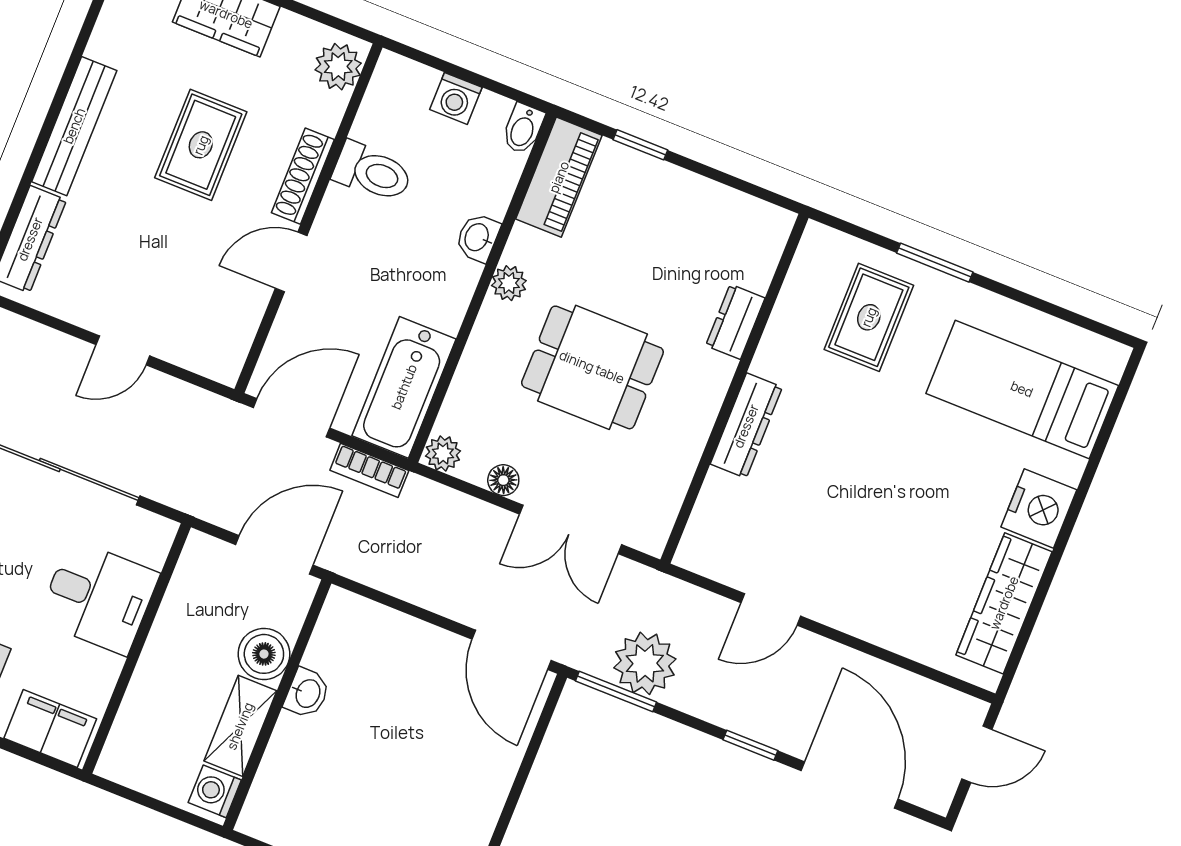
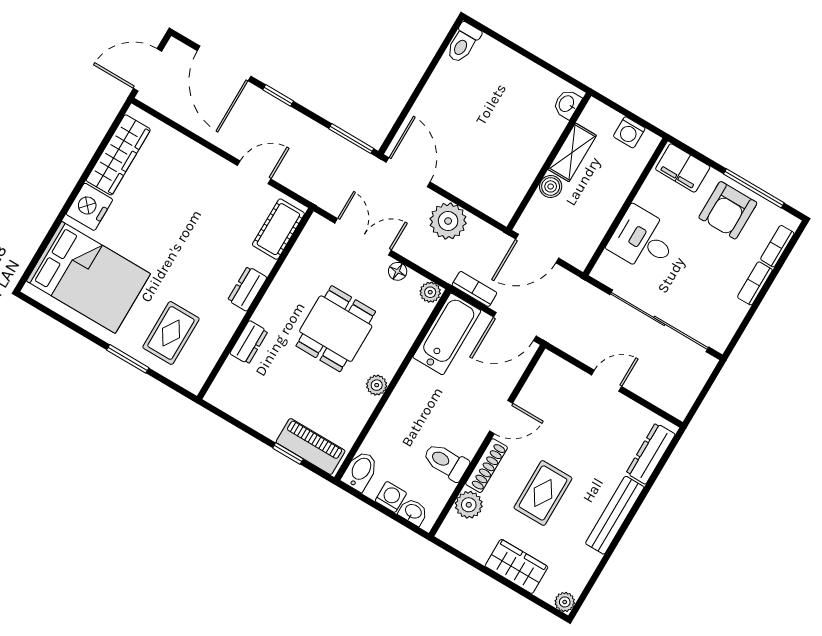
plant: (338, 67) -> (469, 505), moved
bidet: (523, 129) -> (360, 471), width x1.38, depth x1.36
piano: (559, 177) -> (311, 446), moved, turned 90
washbasin: (478, 238) -> (413, 512), moved, turned -90
dining table: (592, 367) -> (336, 329), turned 90
bed: (1022, 389) -> (88, 277), width x1.50
dresser: (746, 426) -> (247, 289), width x0.70
cot: (715, 520) -> (278, 229), added
boiler: (264, 654) -> (551, 186), width x0.73, depth x0.73
plant: (645, 663) -> (448, 221), moved
washbasin: (307, 693) -> (567, 104), moved
door: (977, 754) -> (148, 70), width x1.38
washing machine: (215, 791) -> (629, 132), moved, turned 90

